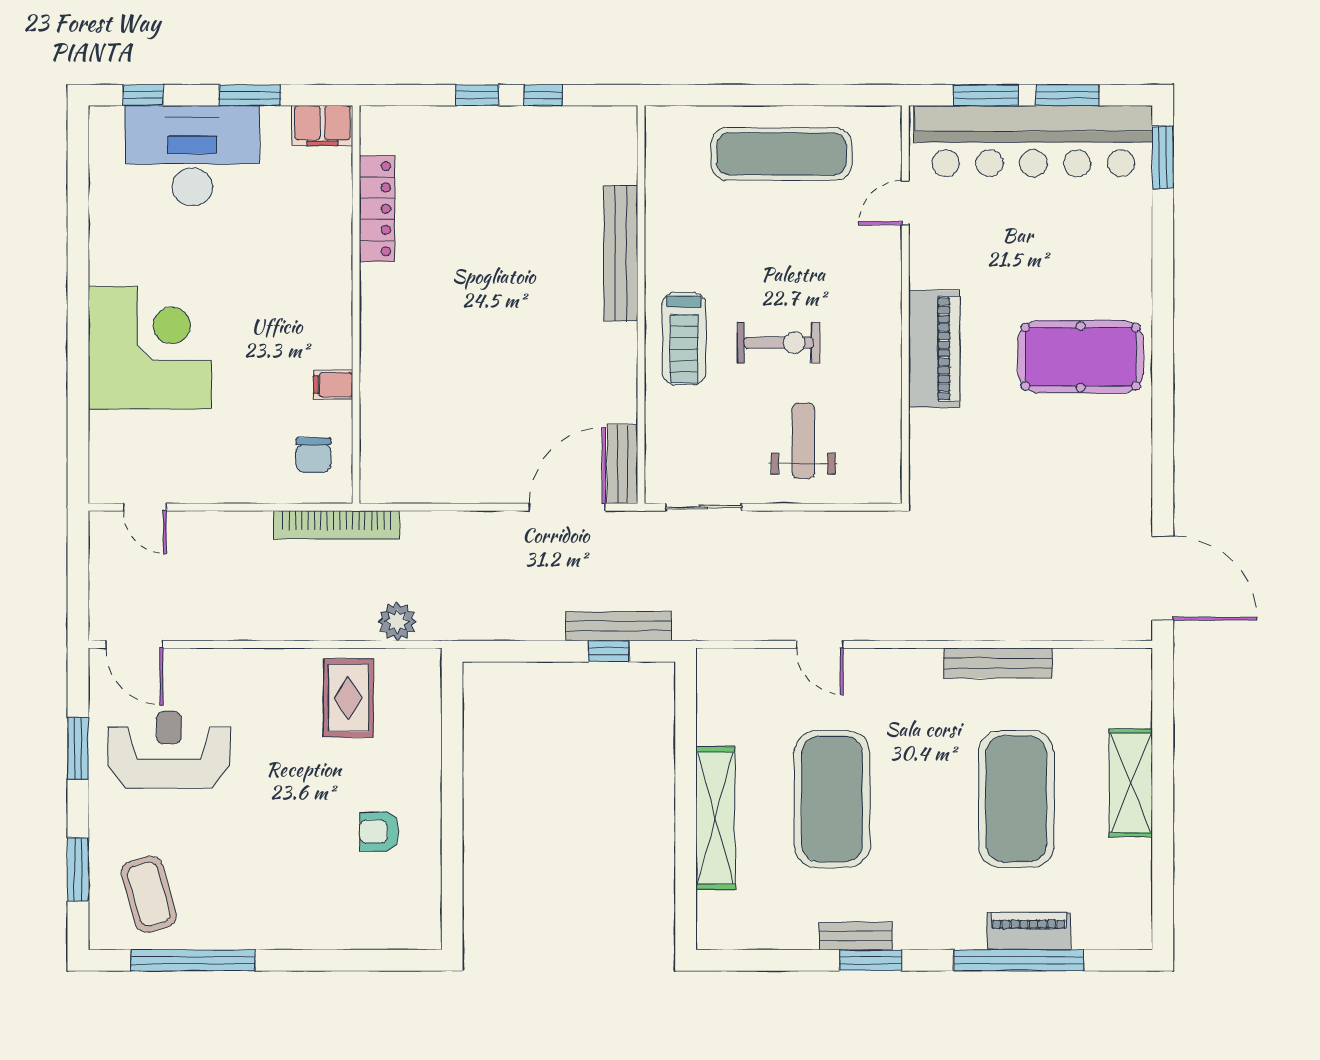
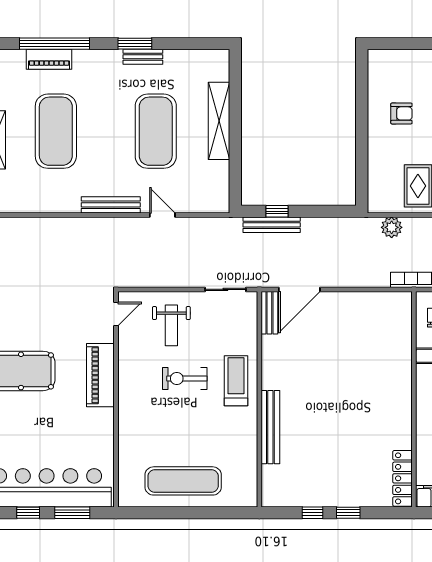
window: (1067, 95) -> (28, 513), width x0.67
door: (905, 203) -> (116, 314), moved
locker: (377, 209) -> (402, 478), moved
bench: (998, 663) -> (111, 205), moved

